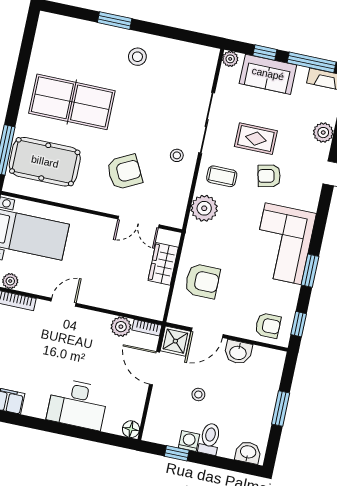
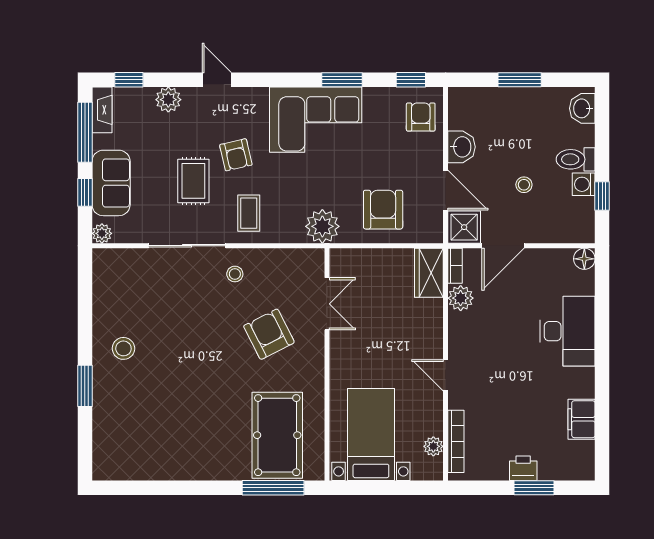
table tennis table: (72, 102) -> (196, 417), removed
plant: (204, 208) -> (322, 226), moved
wardrobe: (163, 264) -> (429, 273), moved, turned 90

